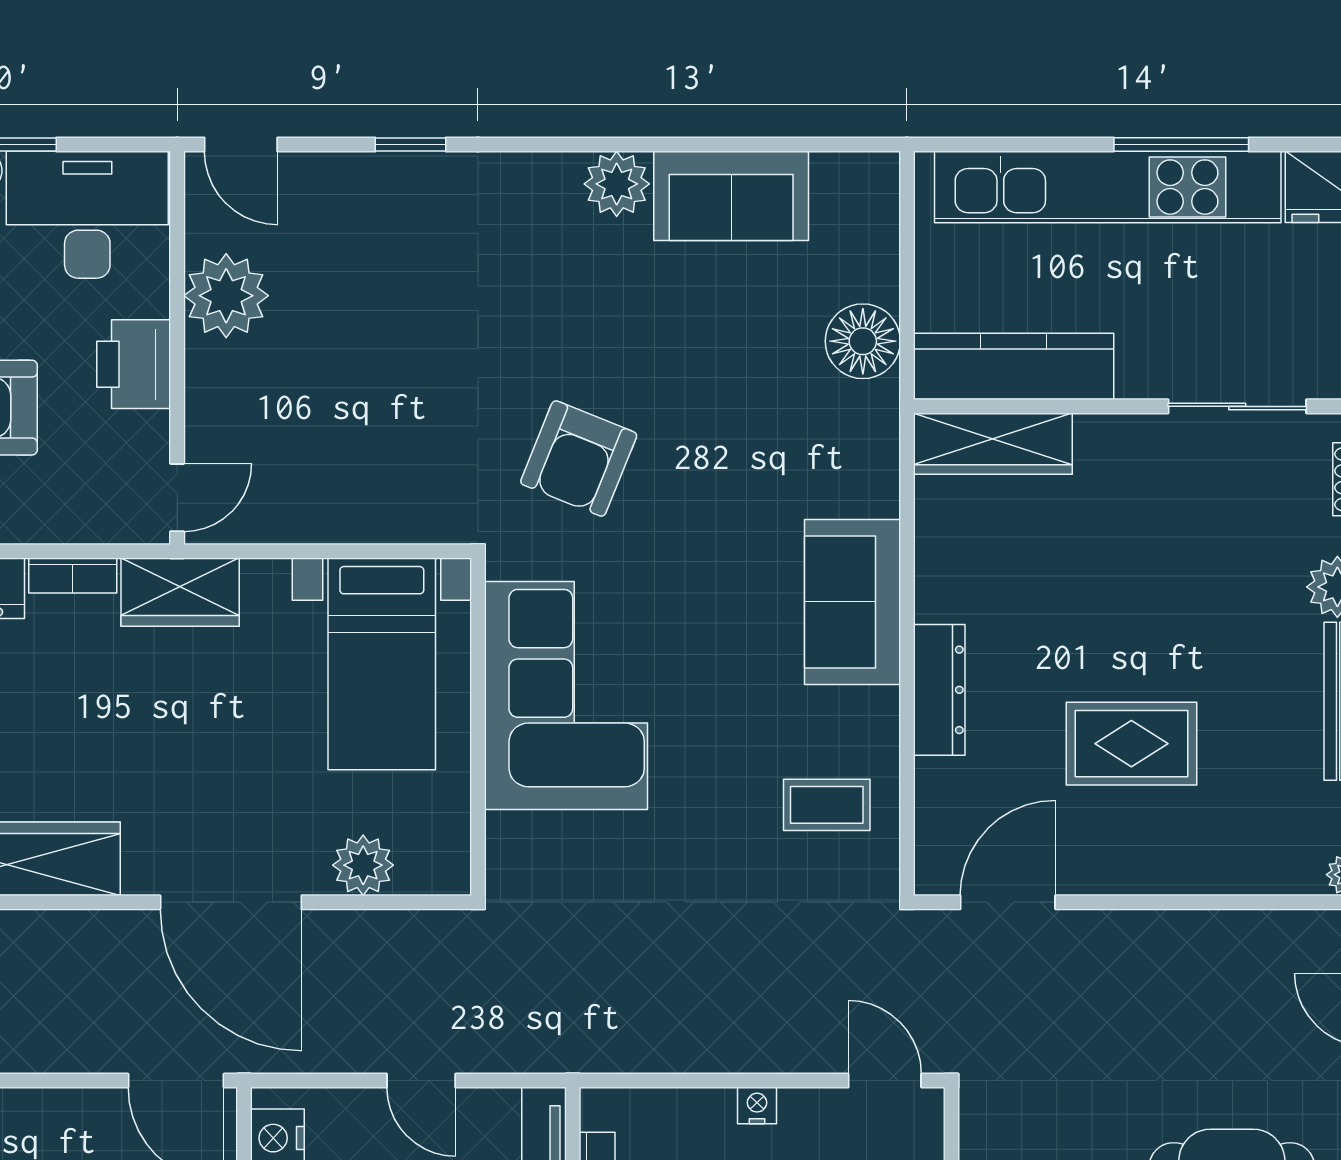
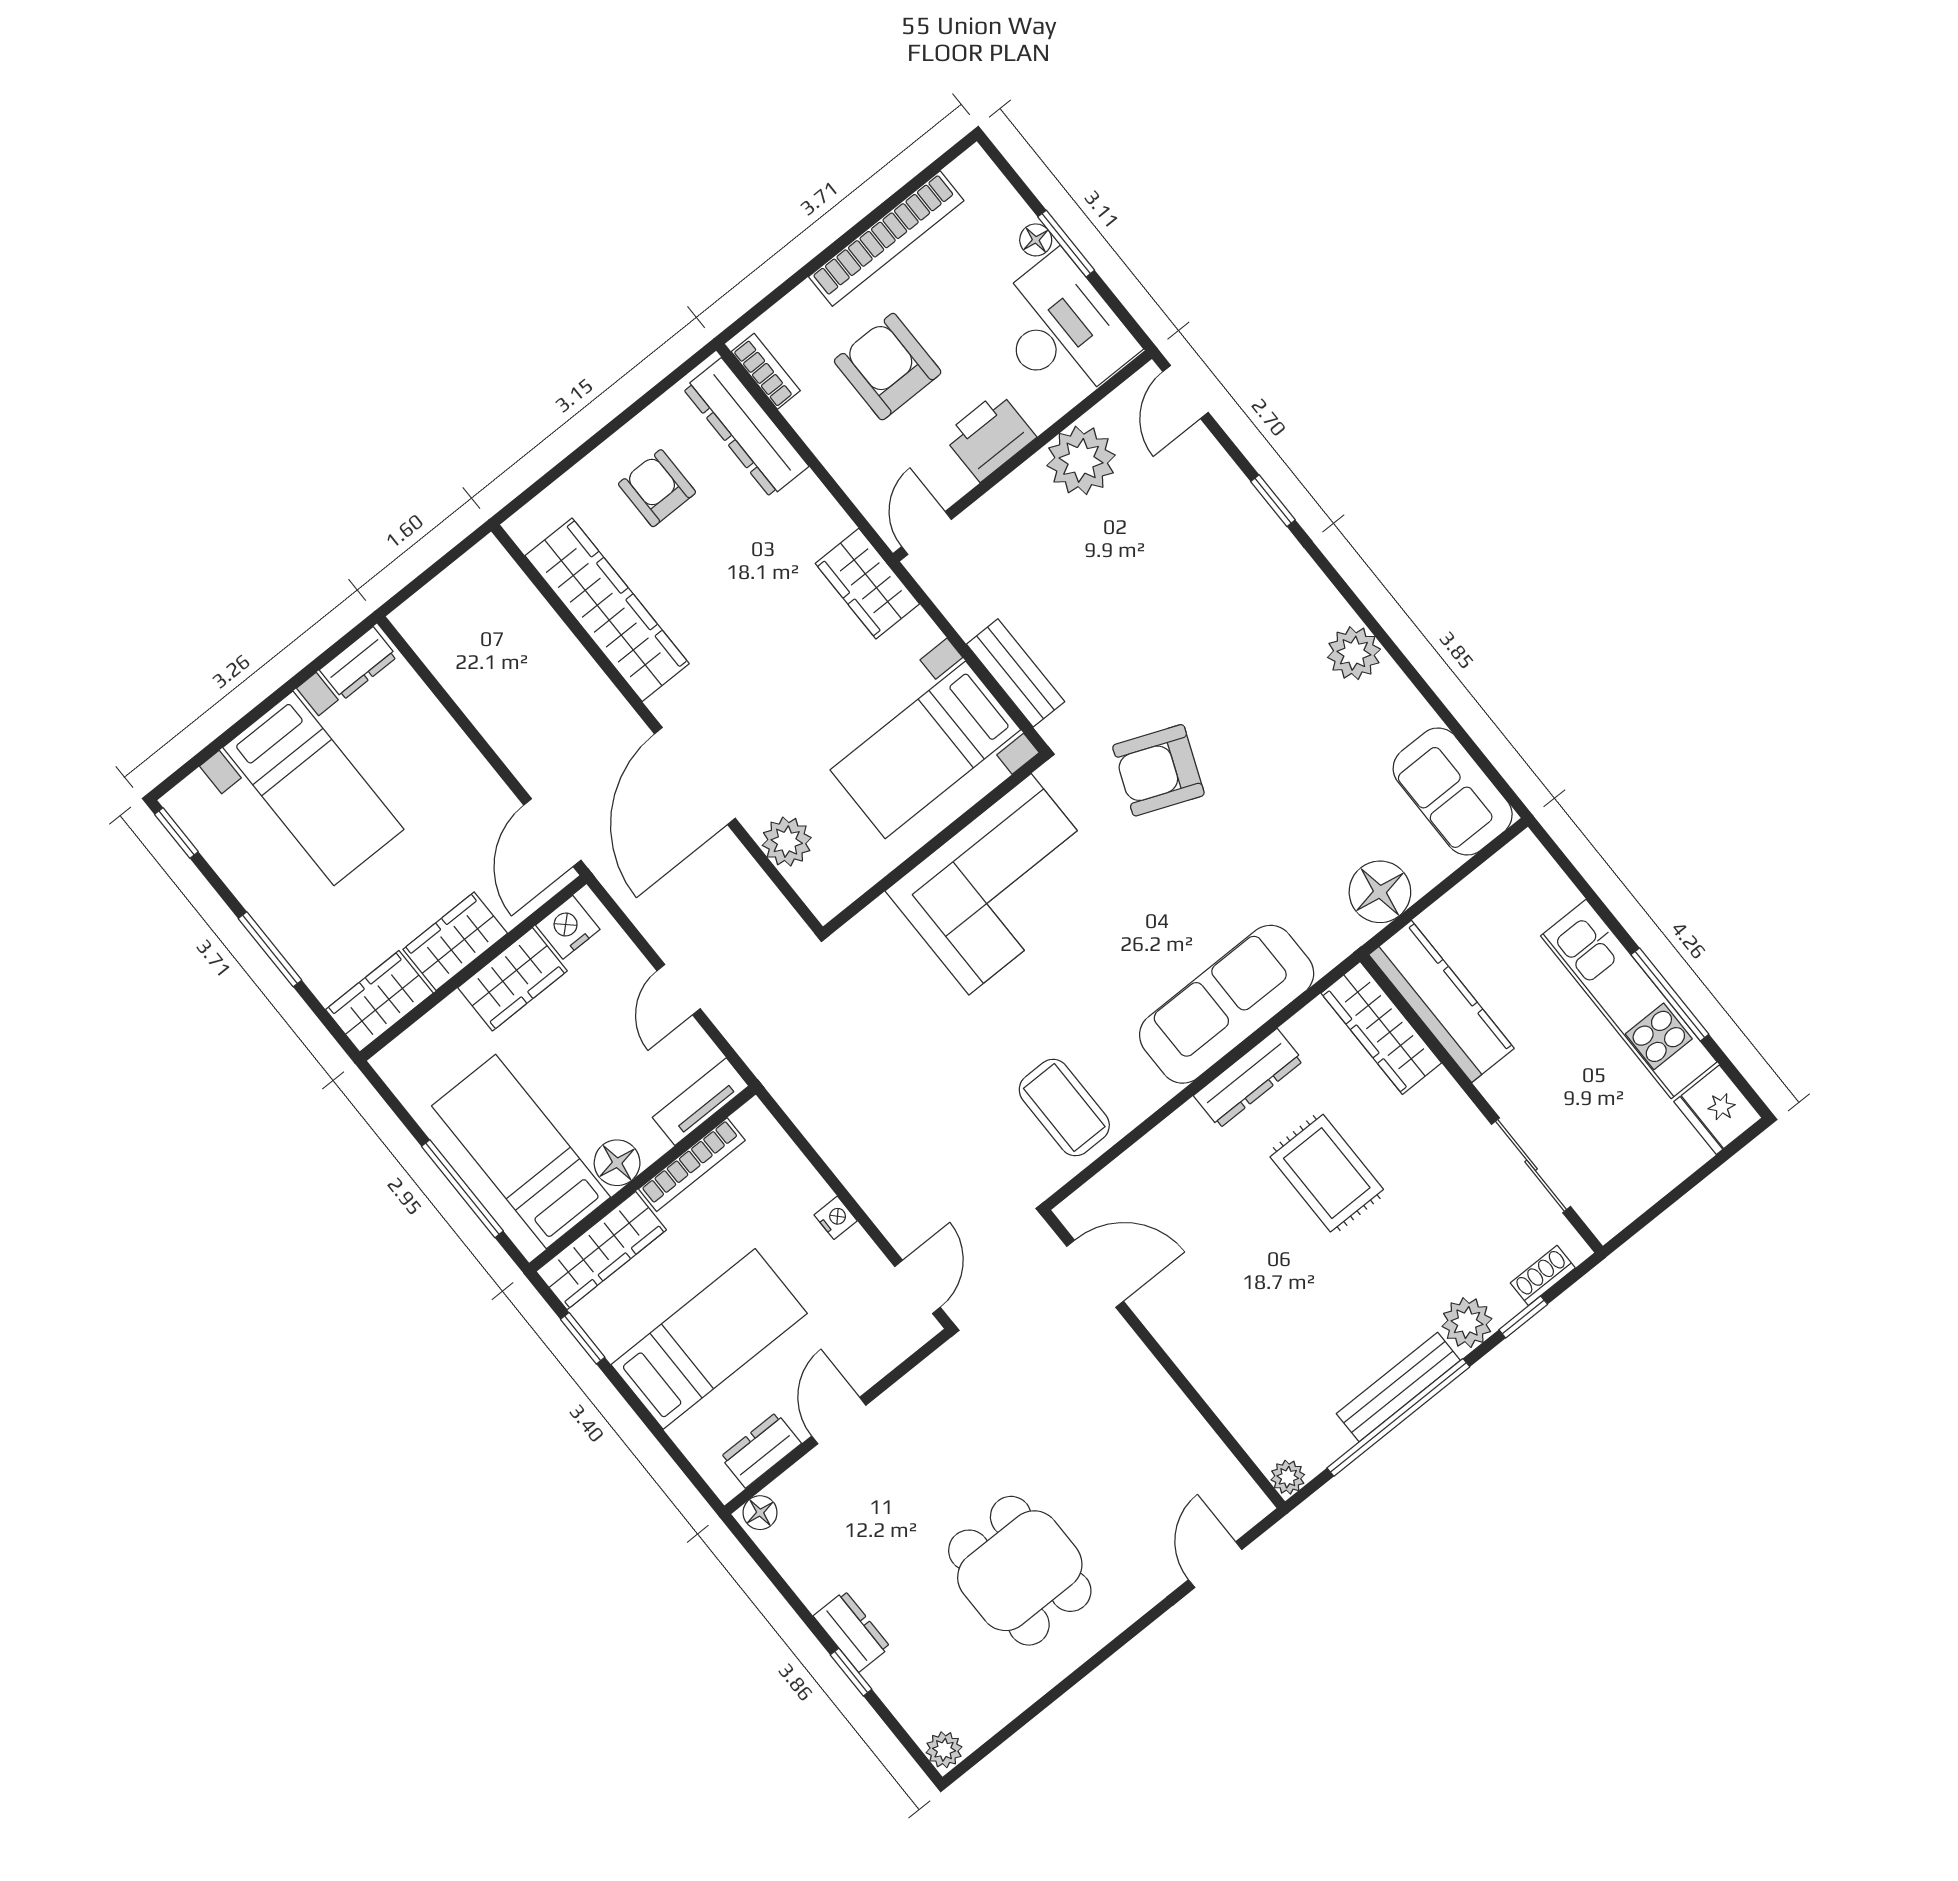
kitchen unit: (1108, 187) -> (1629, 999), width x0.73
sofa: (731, 196) -> (1453, 791), moved
door: (177, 498) -> (926, 533), swing flipped
bench: (378, 520) -> (1016, 673), added
bookcase: (73, 575) -> (823, 506), removed
sofa: (853, 602) -> (1227, 1004), width x1.36
dresser: (939, 690) -> (1248, 1078), moved
rug: (1131, 744) -> (1327, 1173), moved
coffee table: (827, 805) -> (1064, 1108), width x1.36, depth x1.30

